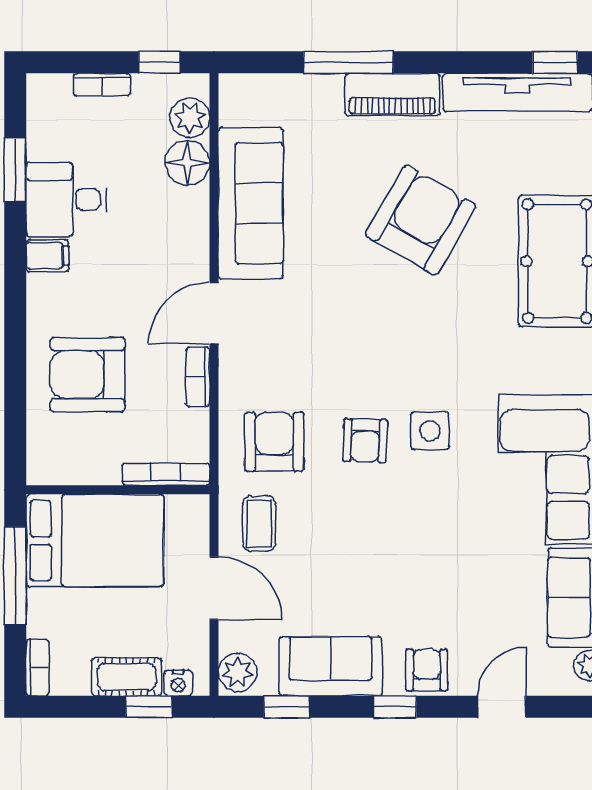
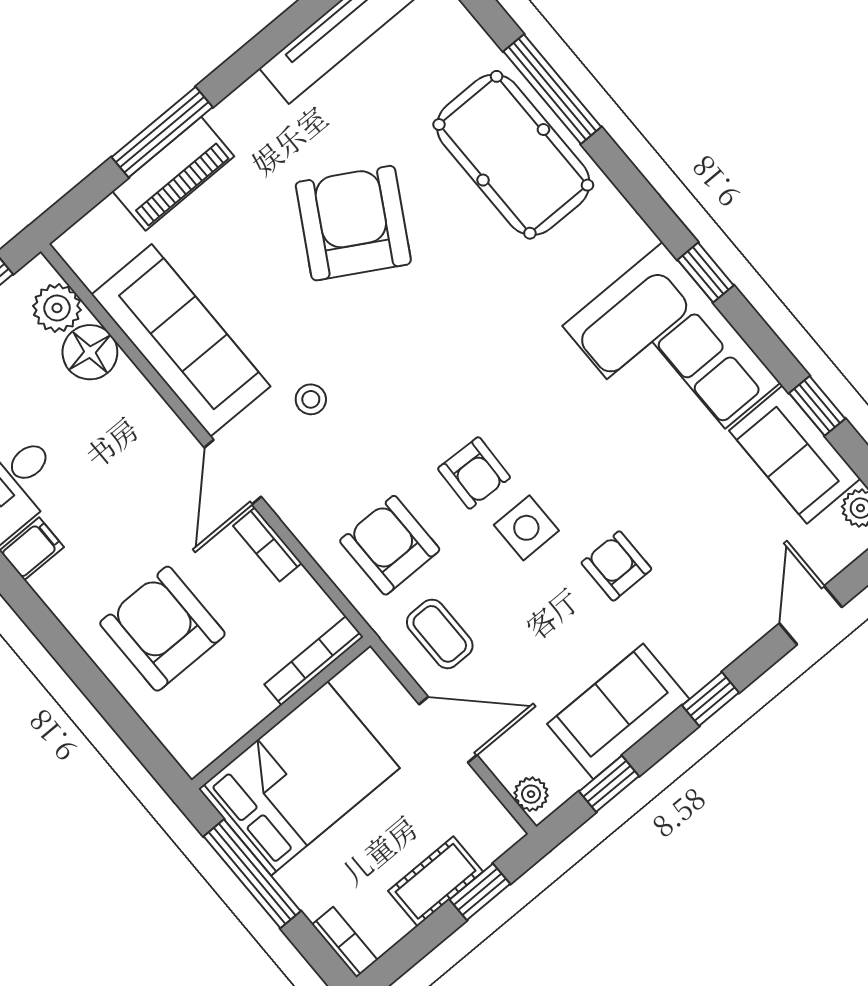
piano: (392, 94) -> (173, 174), moved
stool: (301, 308) -> (311, 399), added
armchair: (88, 375) -> (162, 629), turned 90
side table: (430, 431) -> (526, 528), moved
armchair: (427, 670) -> (616, 566), moved
plant: (238, 672) -> (531, 794), width x0.73, depth x0.73
nightstand: (178, 683) -> (489, 846), removed

